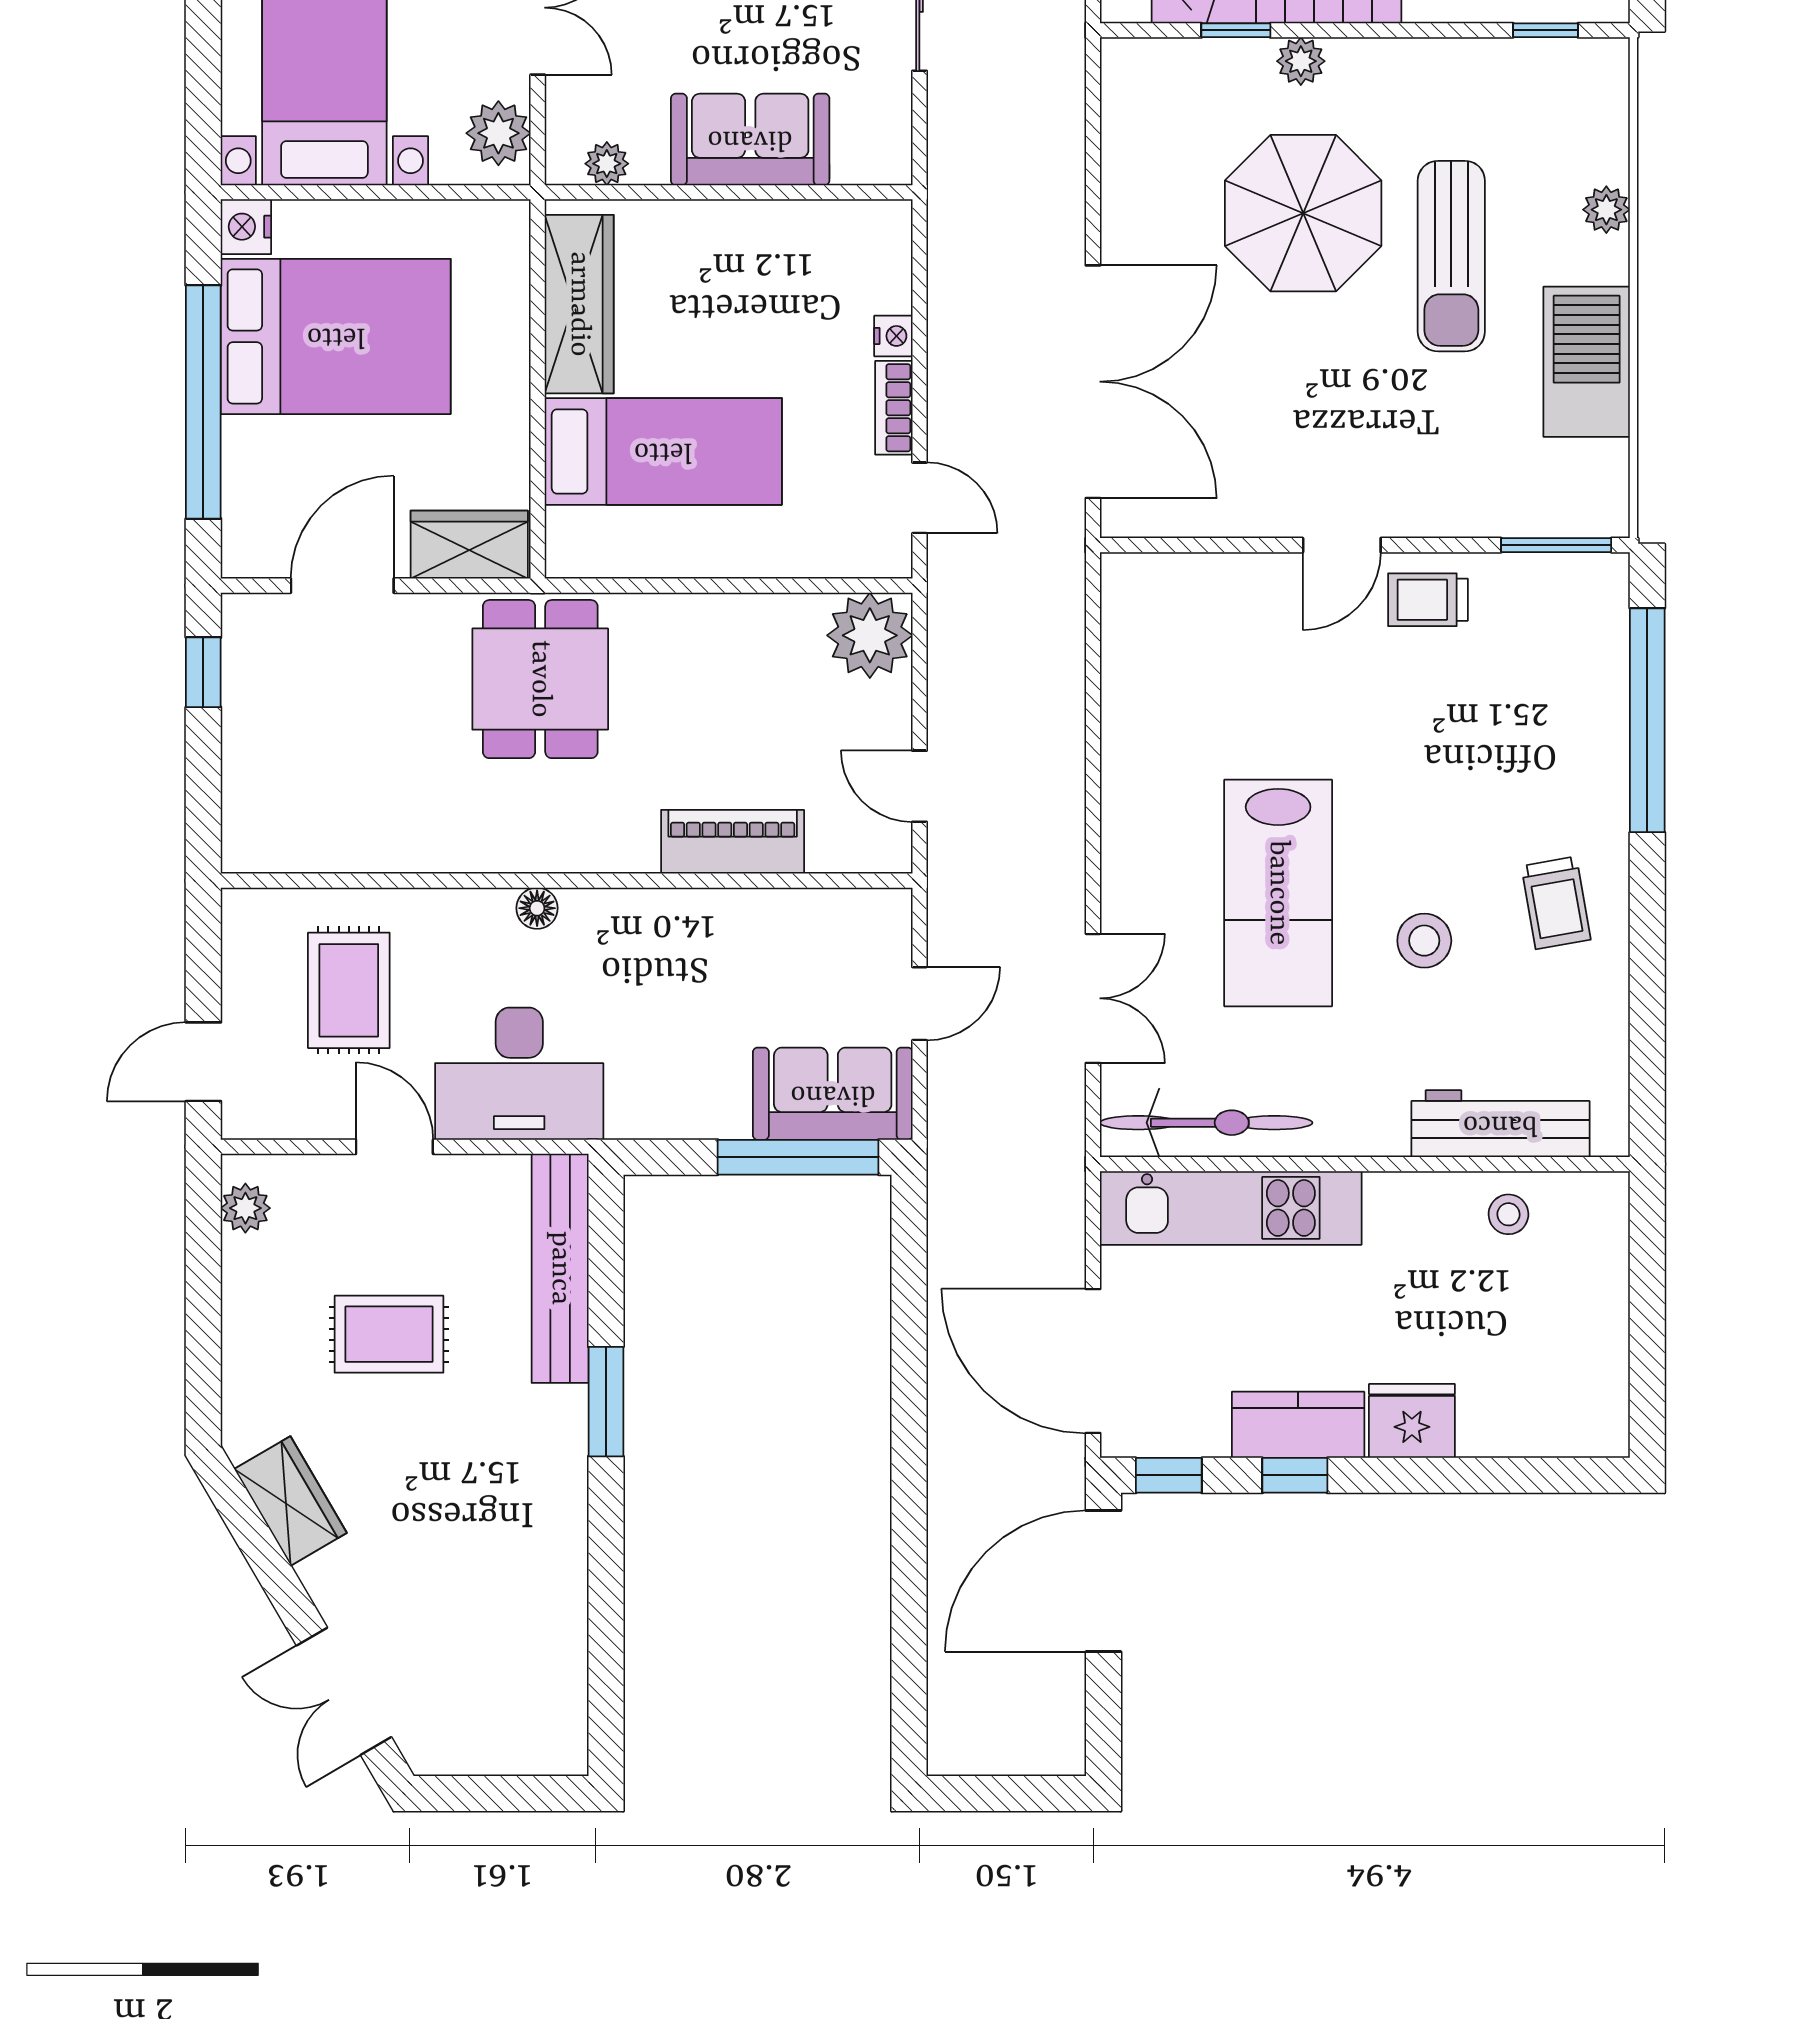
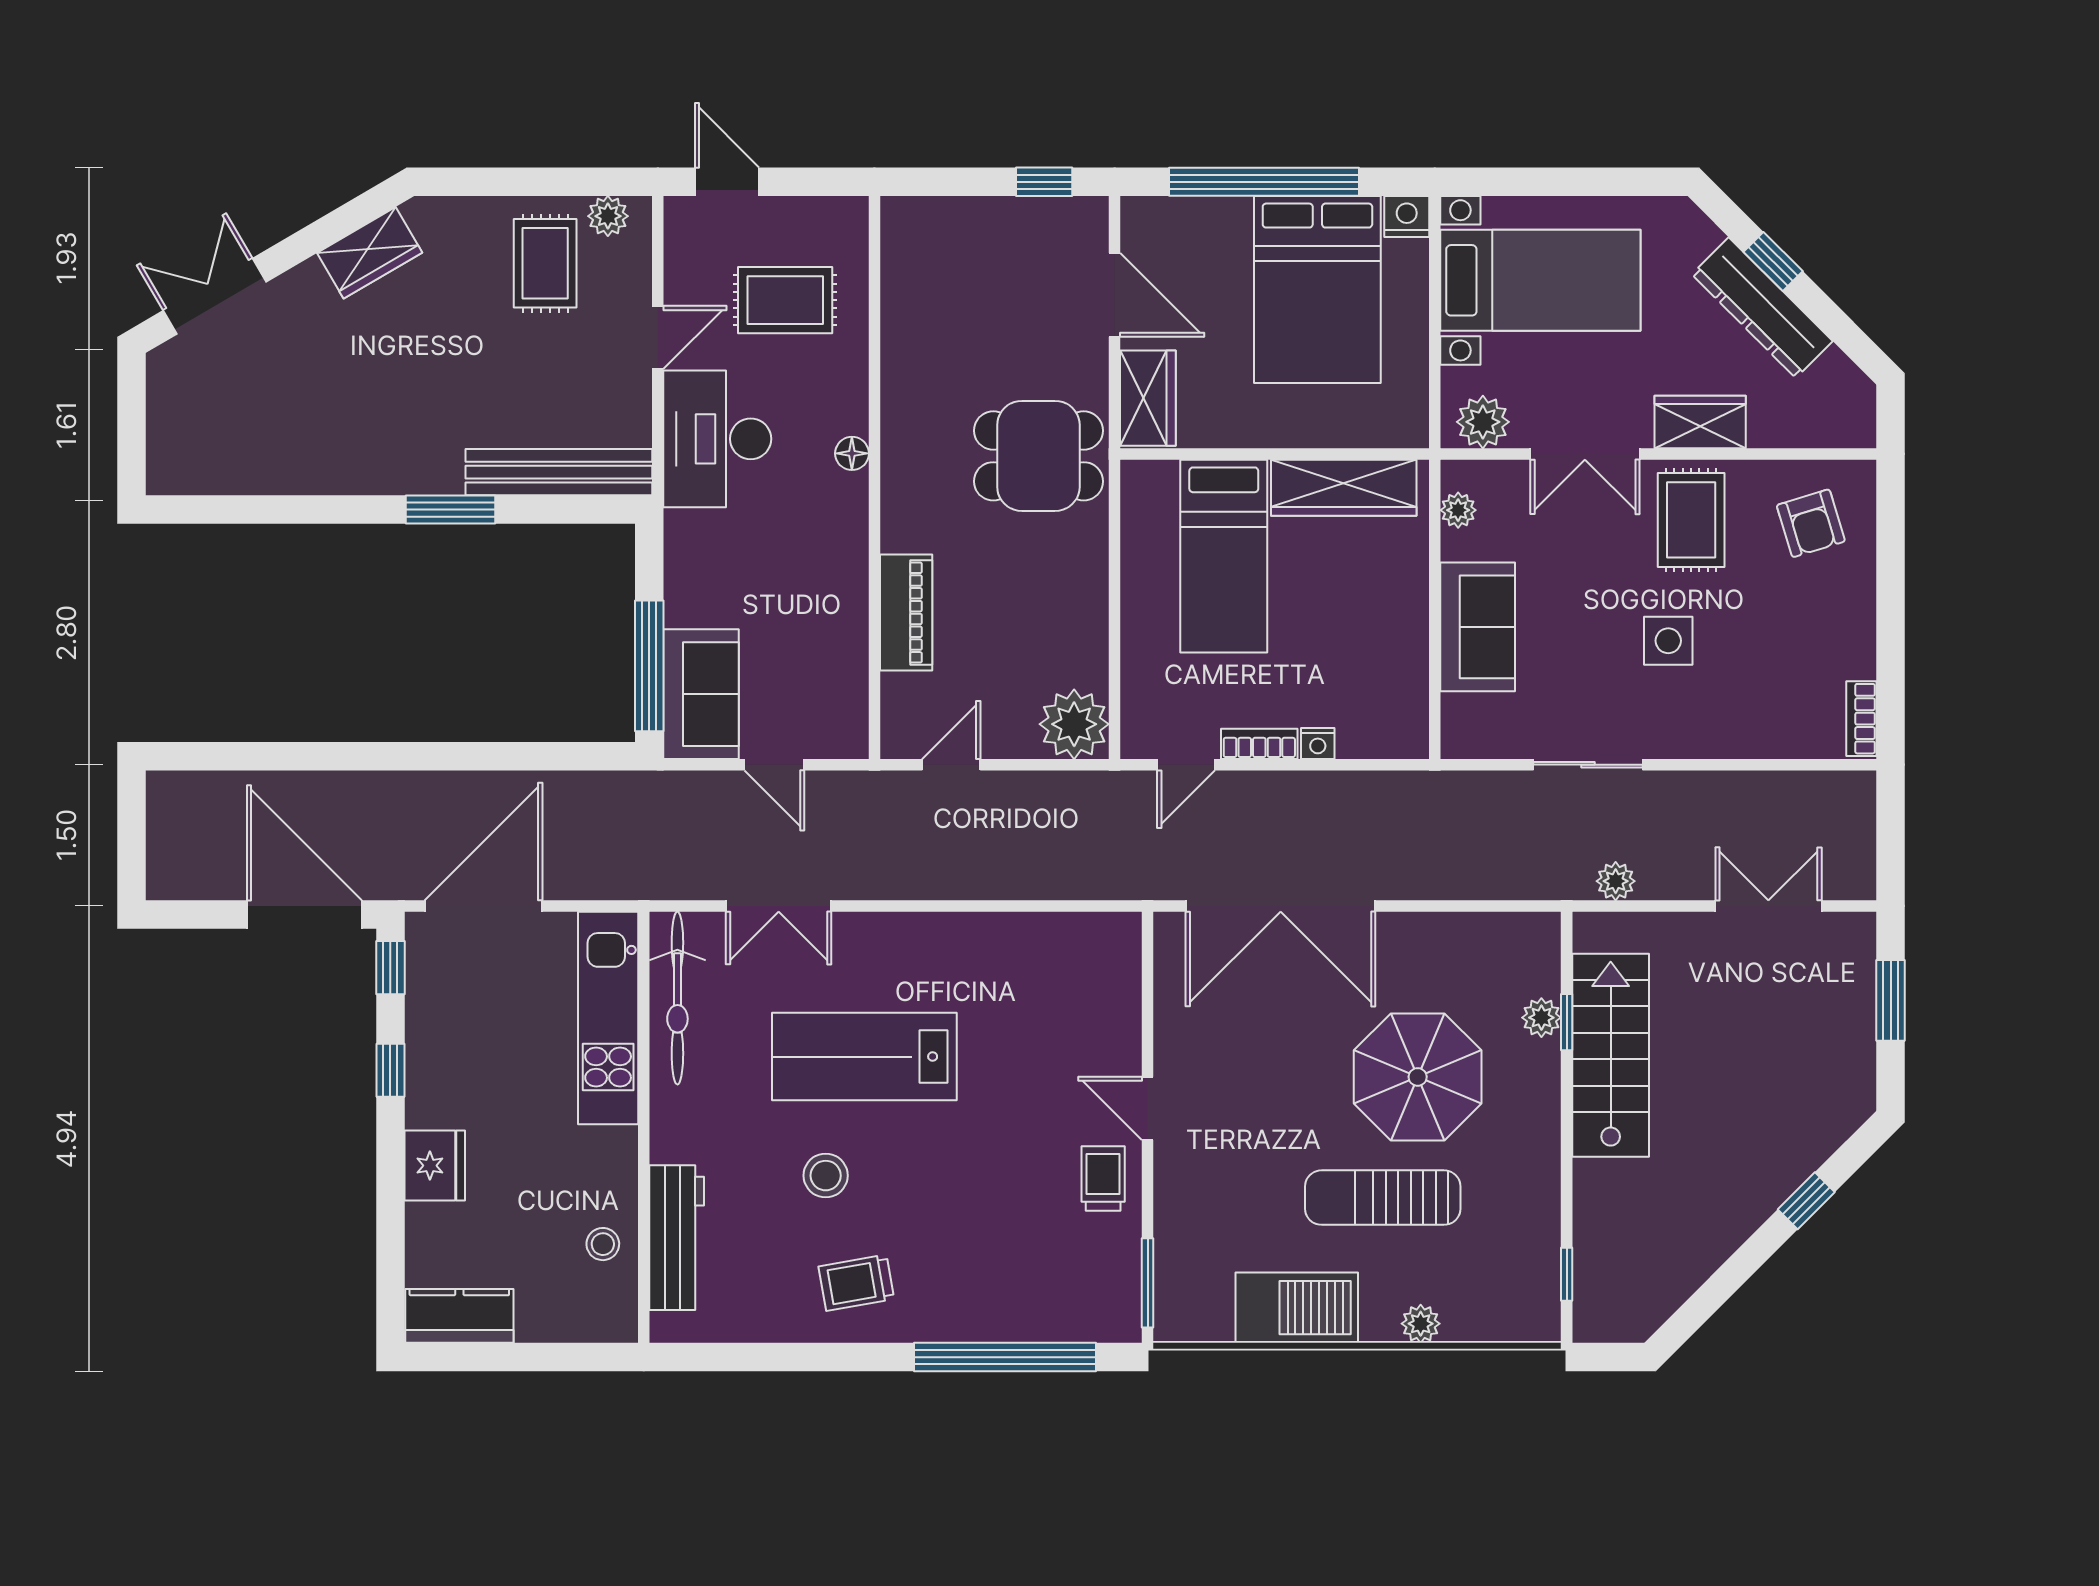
plant: (1301, 61) -> (1541, 1018), moved
rug: (389, 1334) -> (545, 263), moved
kitchen counter: (1298, 1425) -> (459, 1316), moved, turned -90

